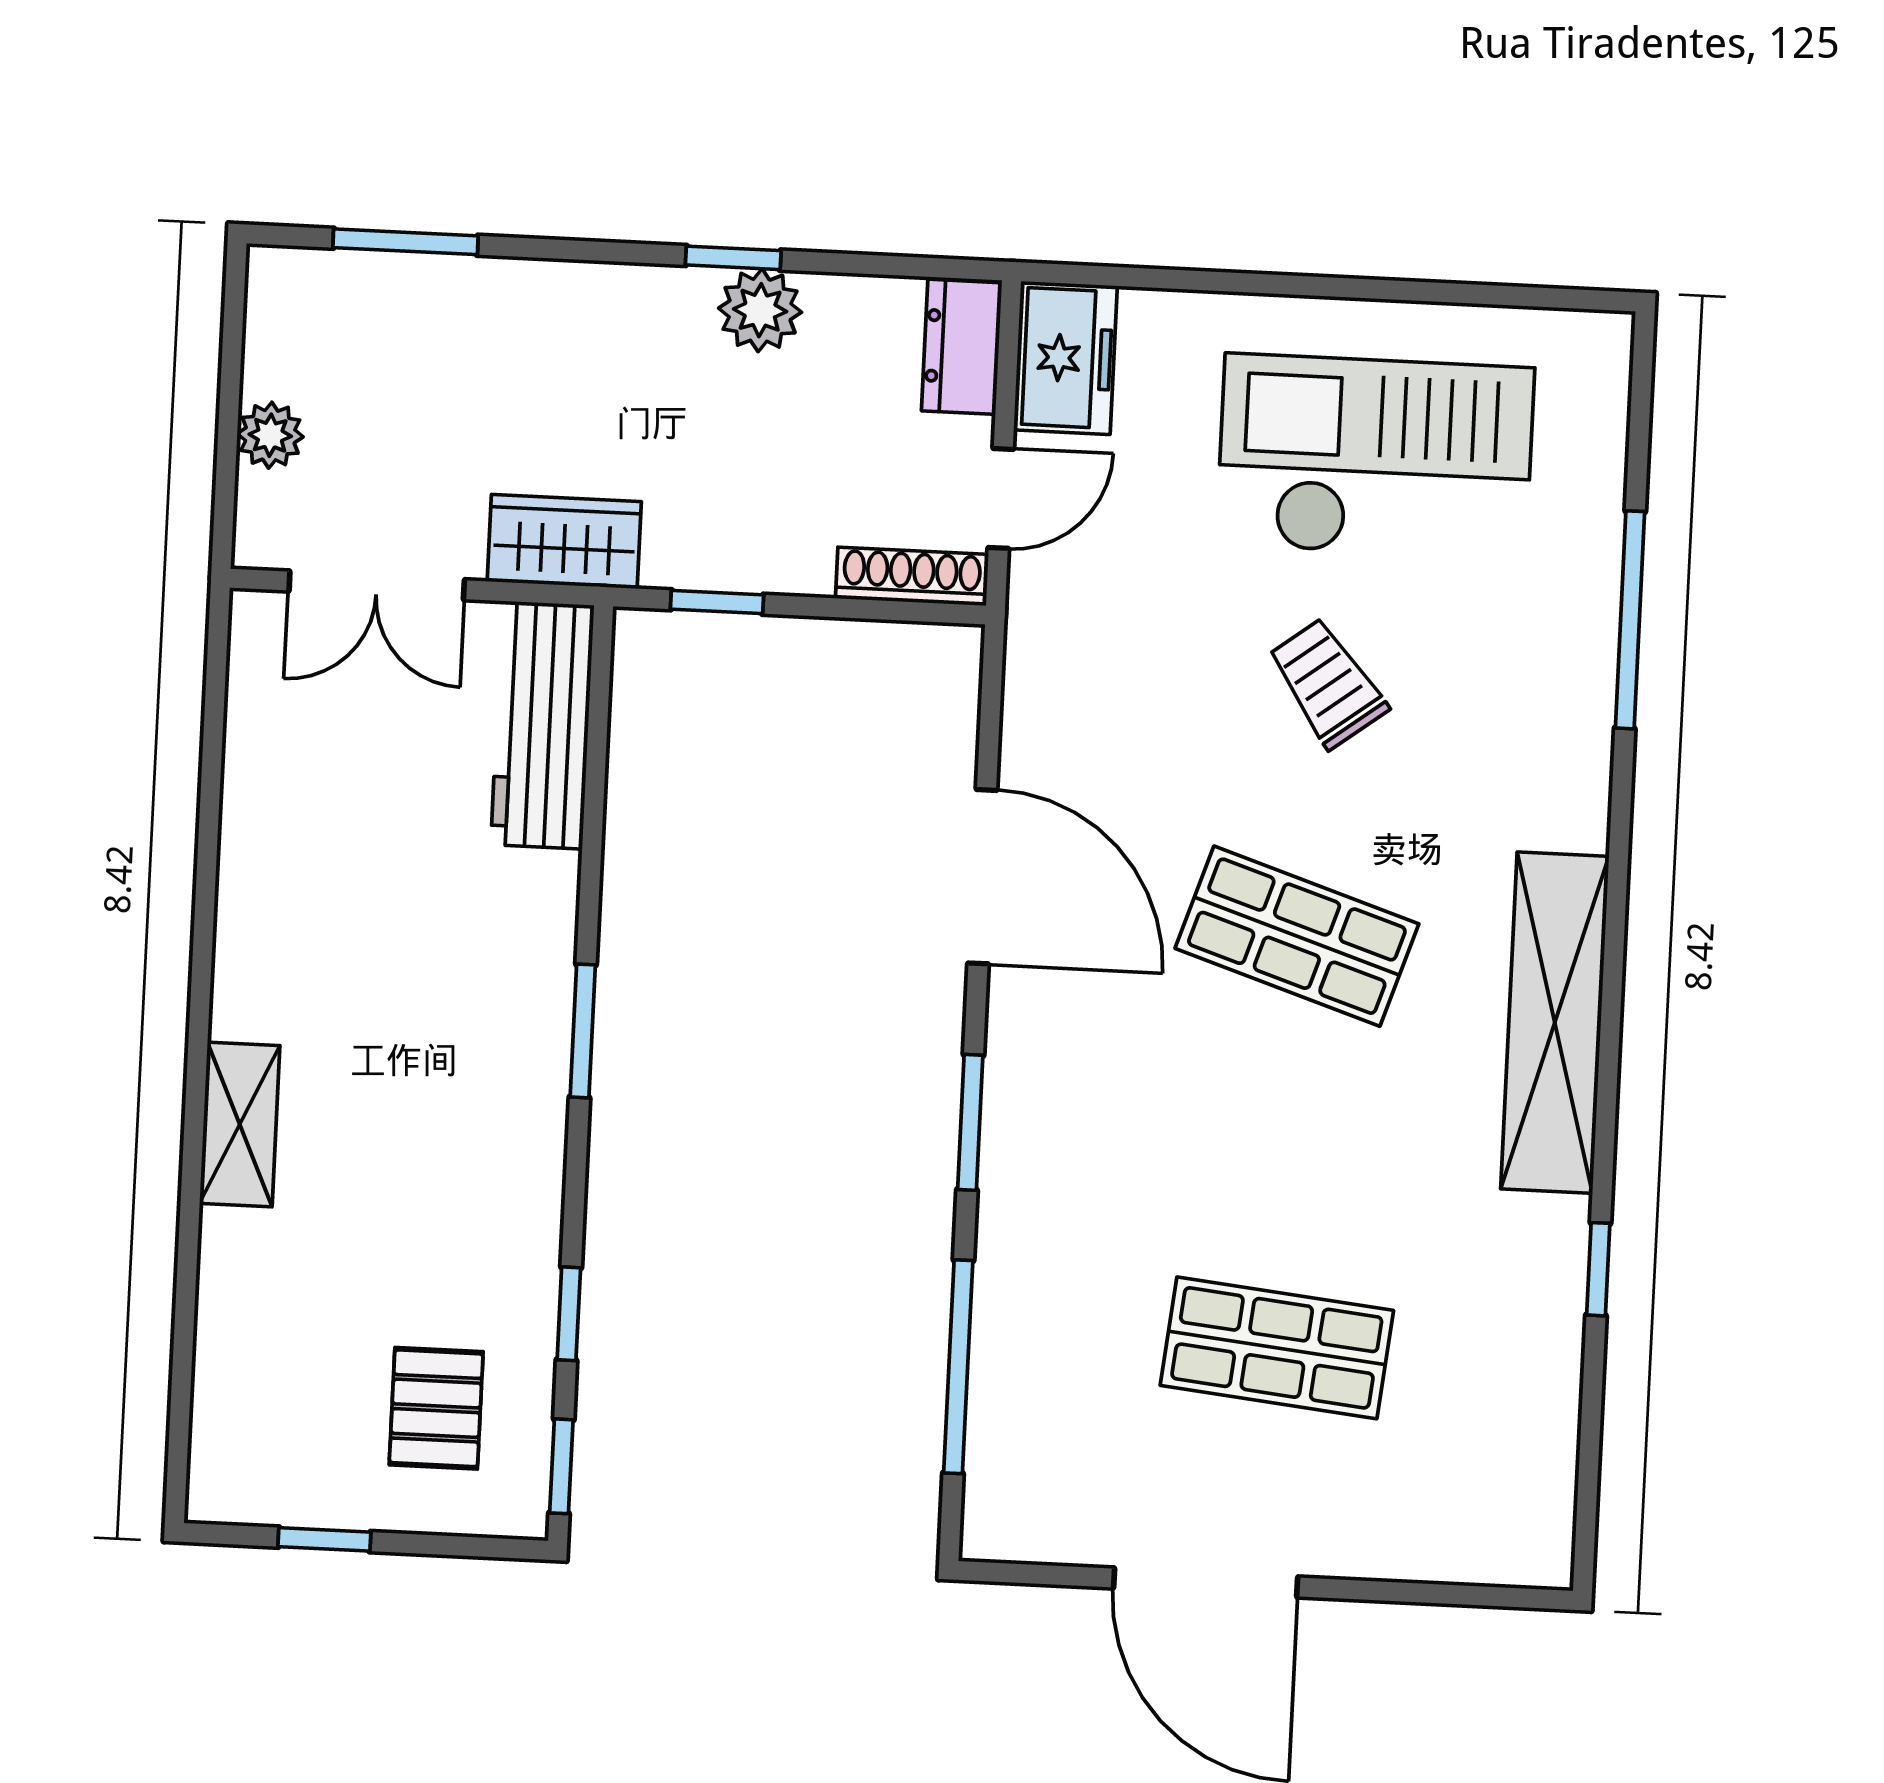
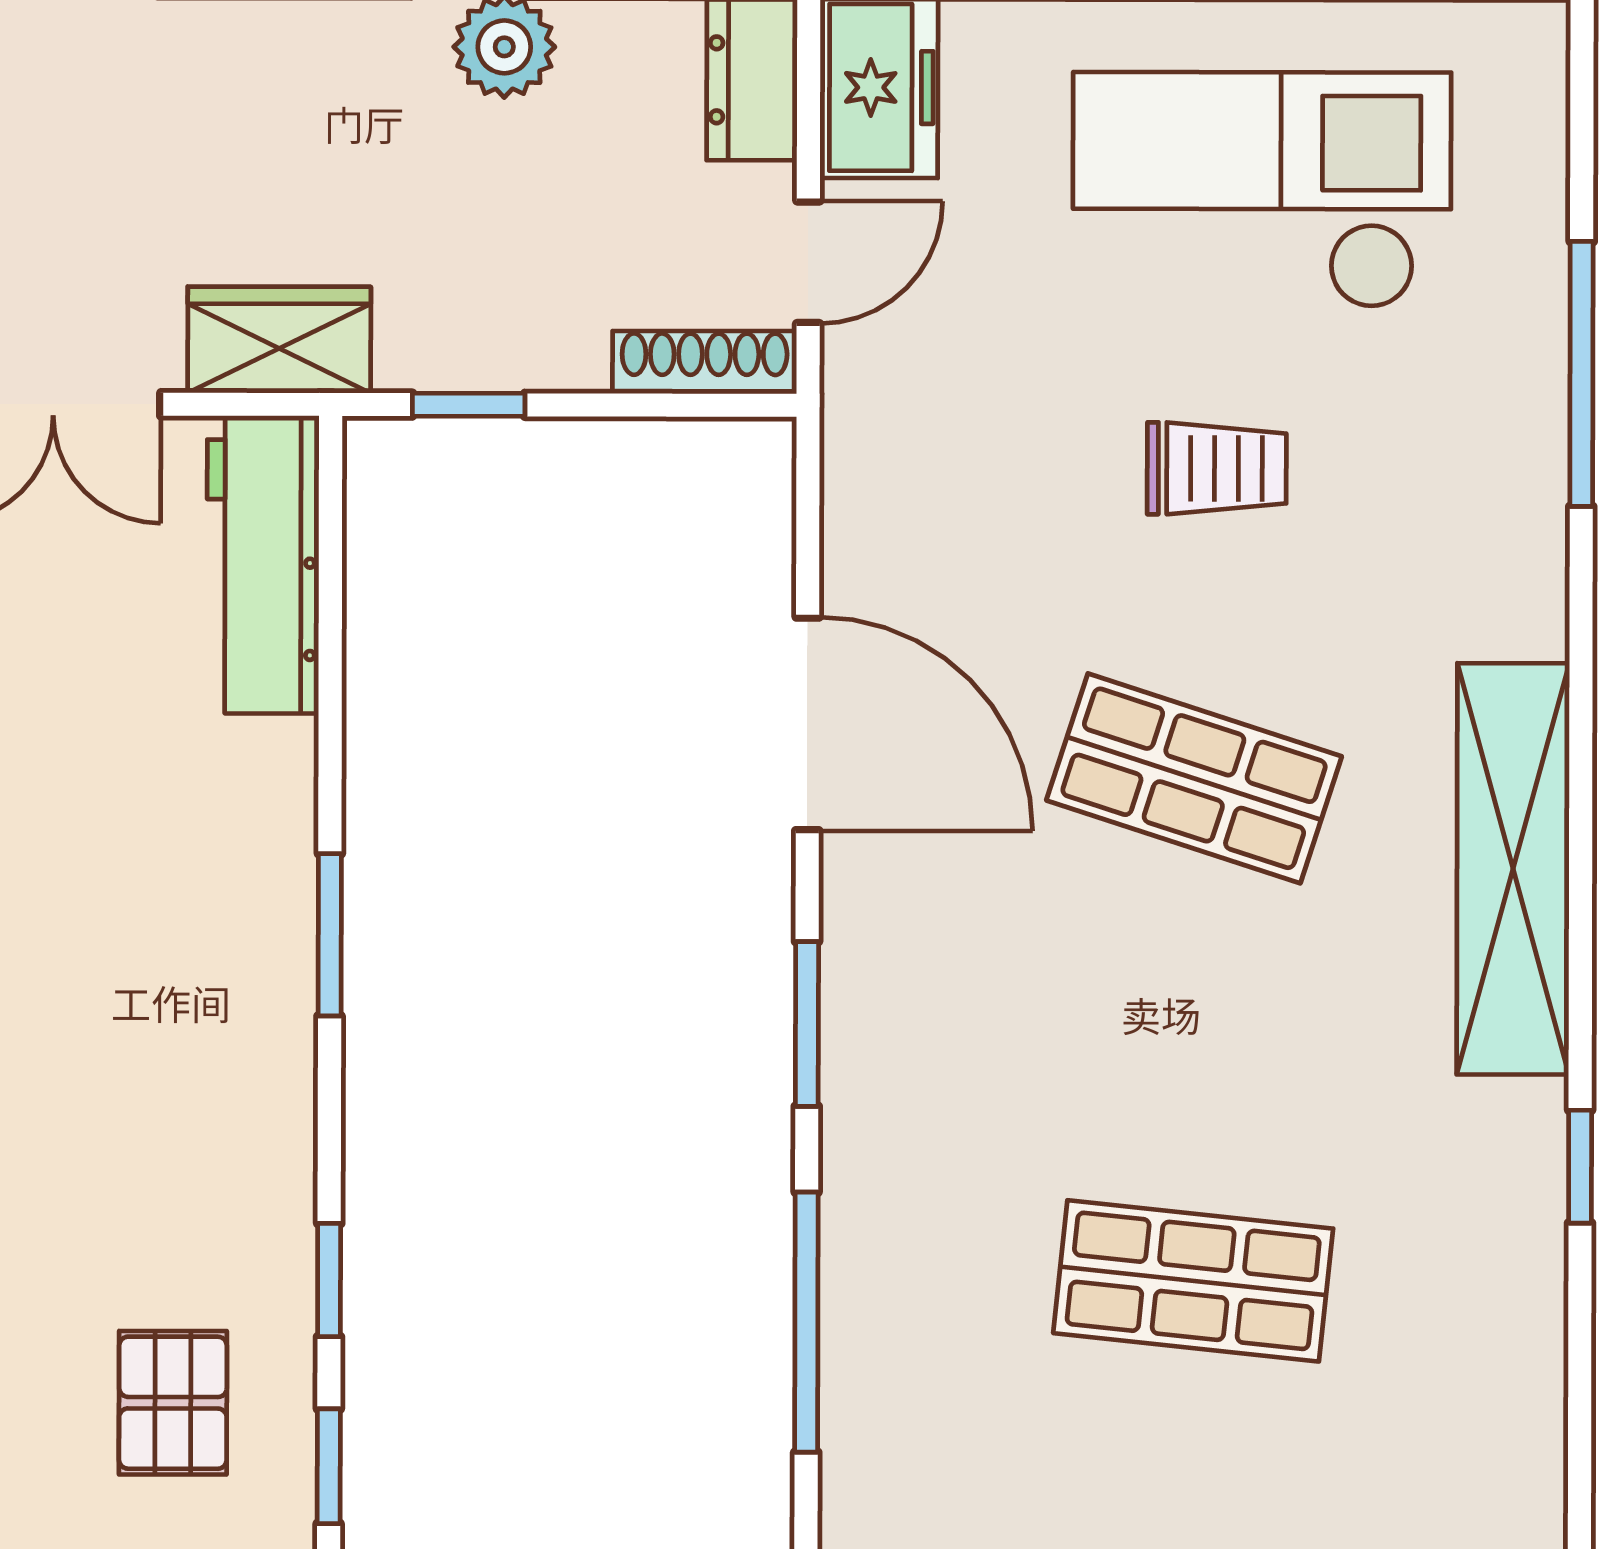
trolley: (1328, 683) -> (1217, 468), turned 127

